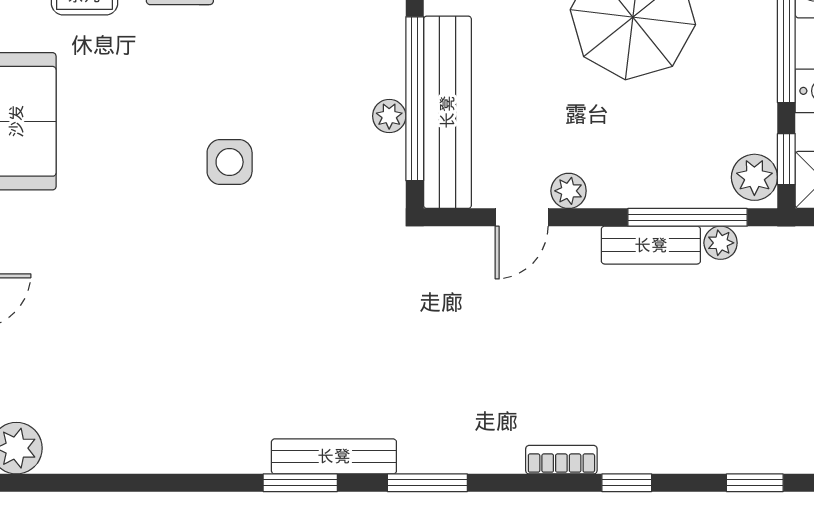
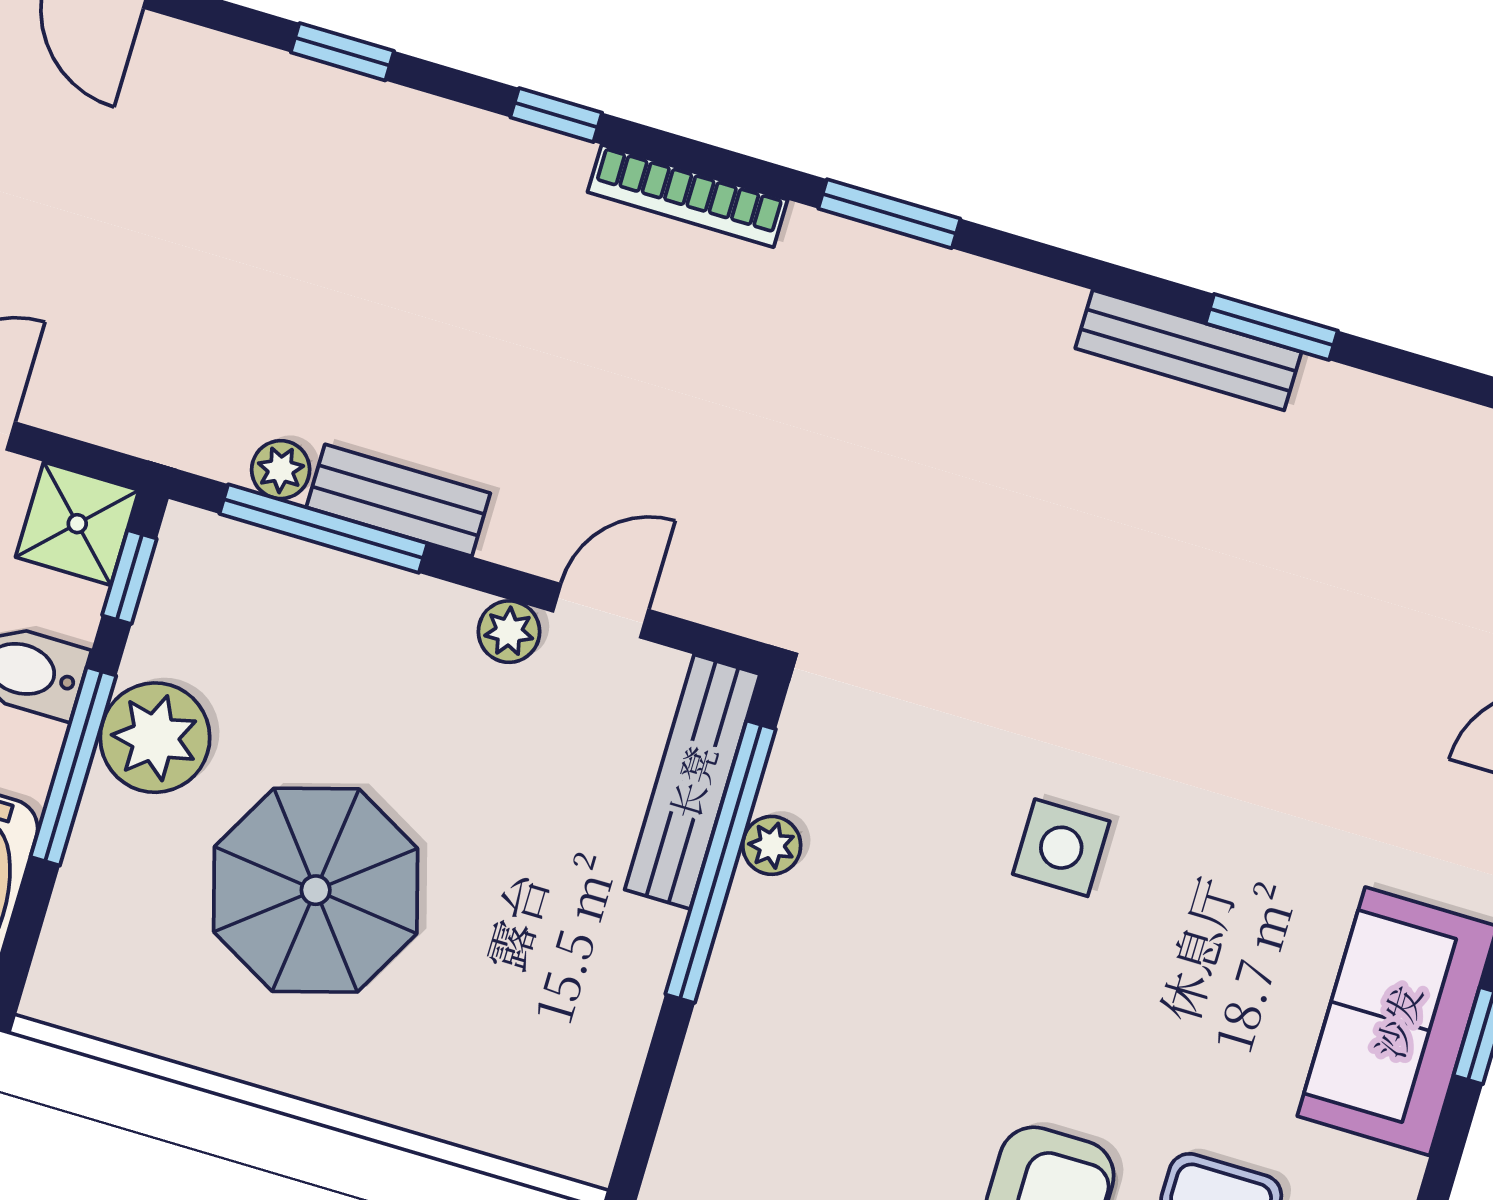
bench: (447, 112) -> (692, 782), width x0.73, depth x0.82
plant: (754, 177) -> (155, 738), moved, width x1.36, depth x1.36
bench: (334, 456) -> (1188, 350), moved
bookcase: (561, 460) -> (688, 196), width x1.56
window: (300, 483) -> (1272, 327), moved

